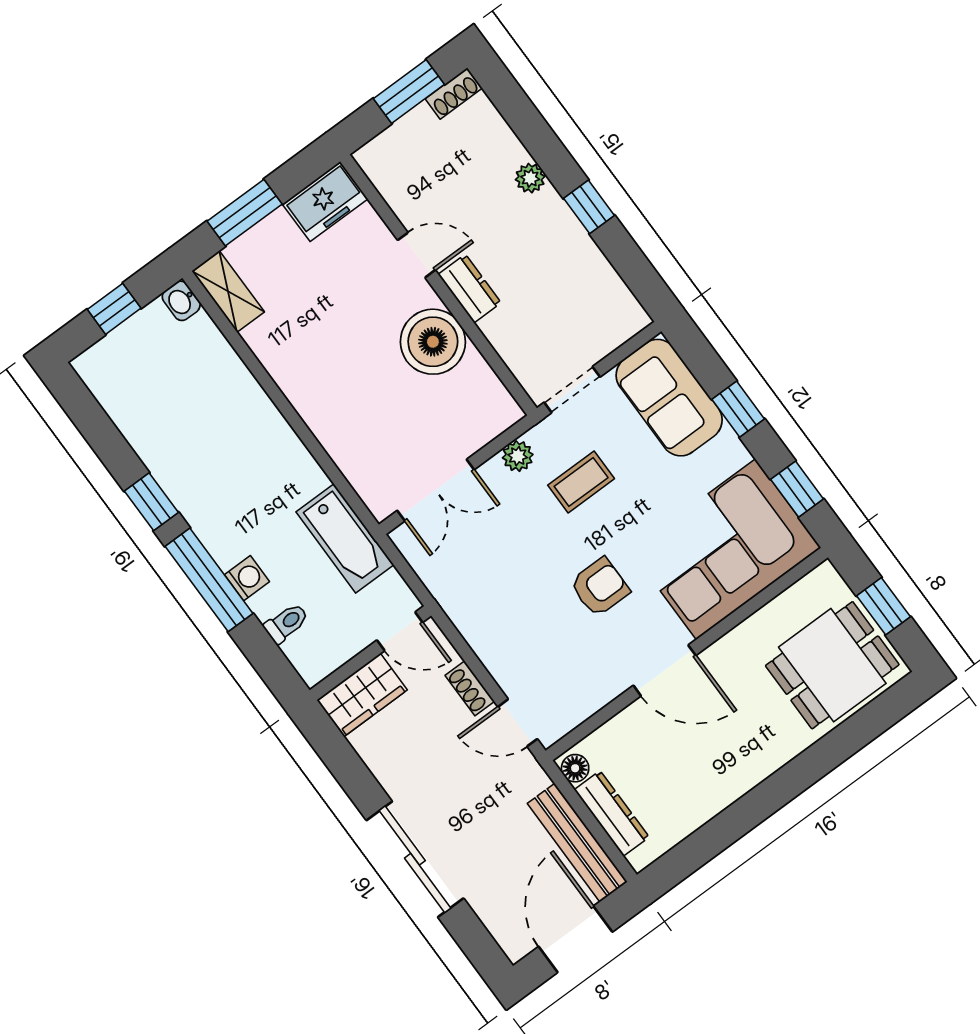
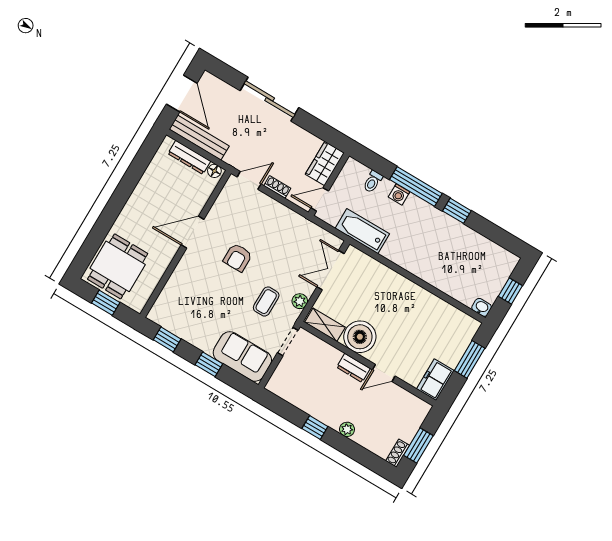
shelving: (228, 291) -> (325, 325), moved
corner sofa: (726, 549) -> (188, 299), removed

